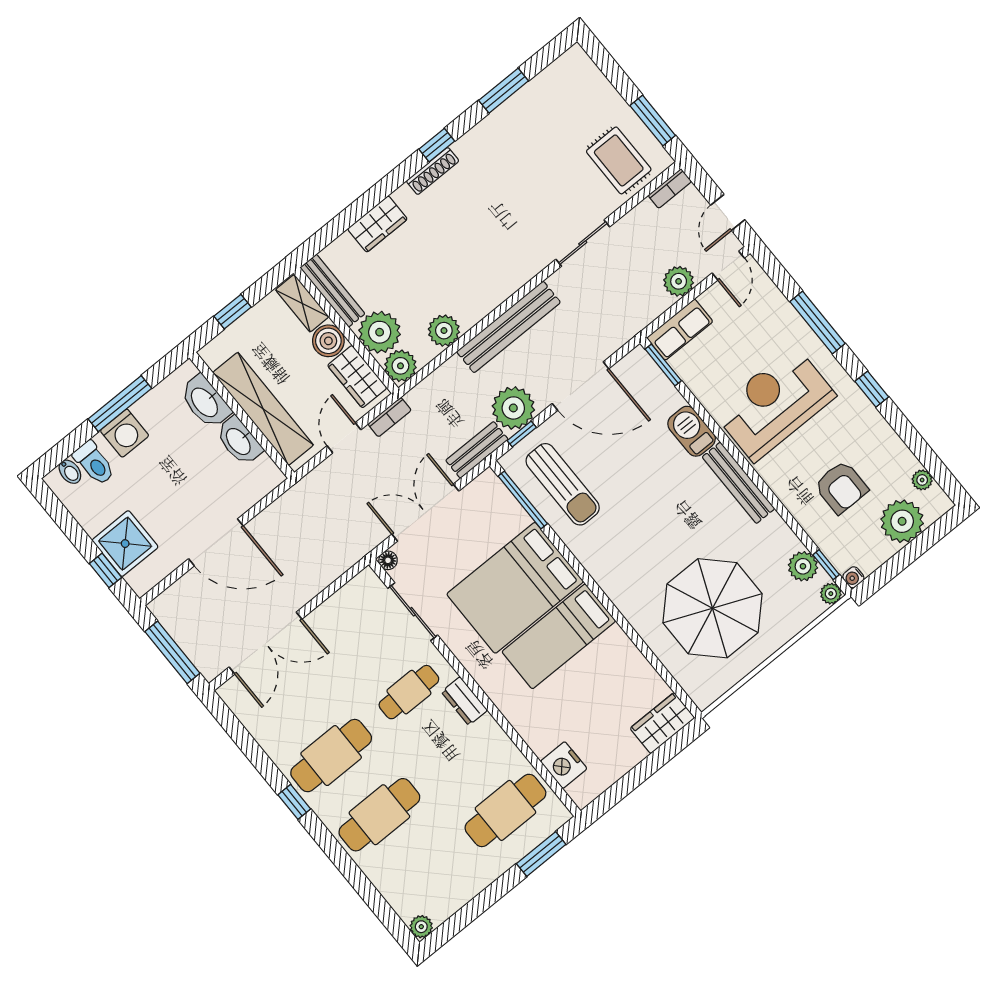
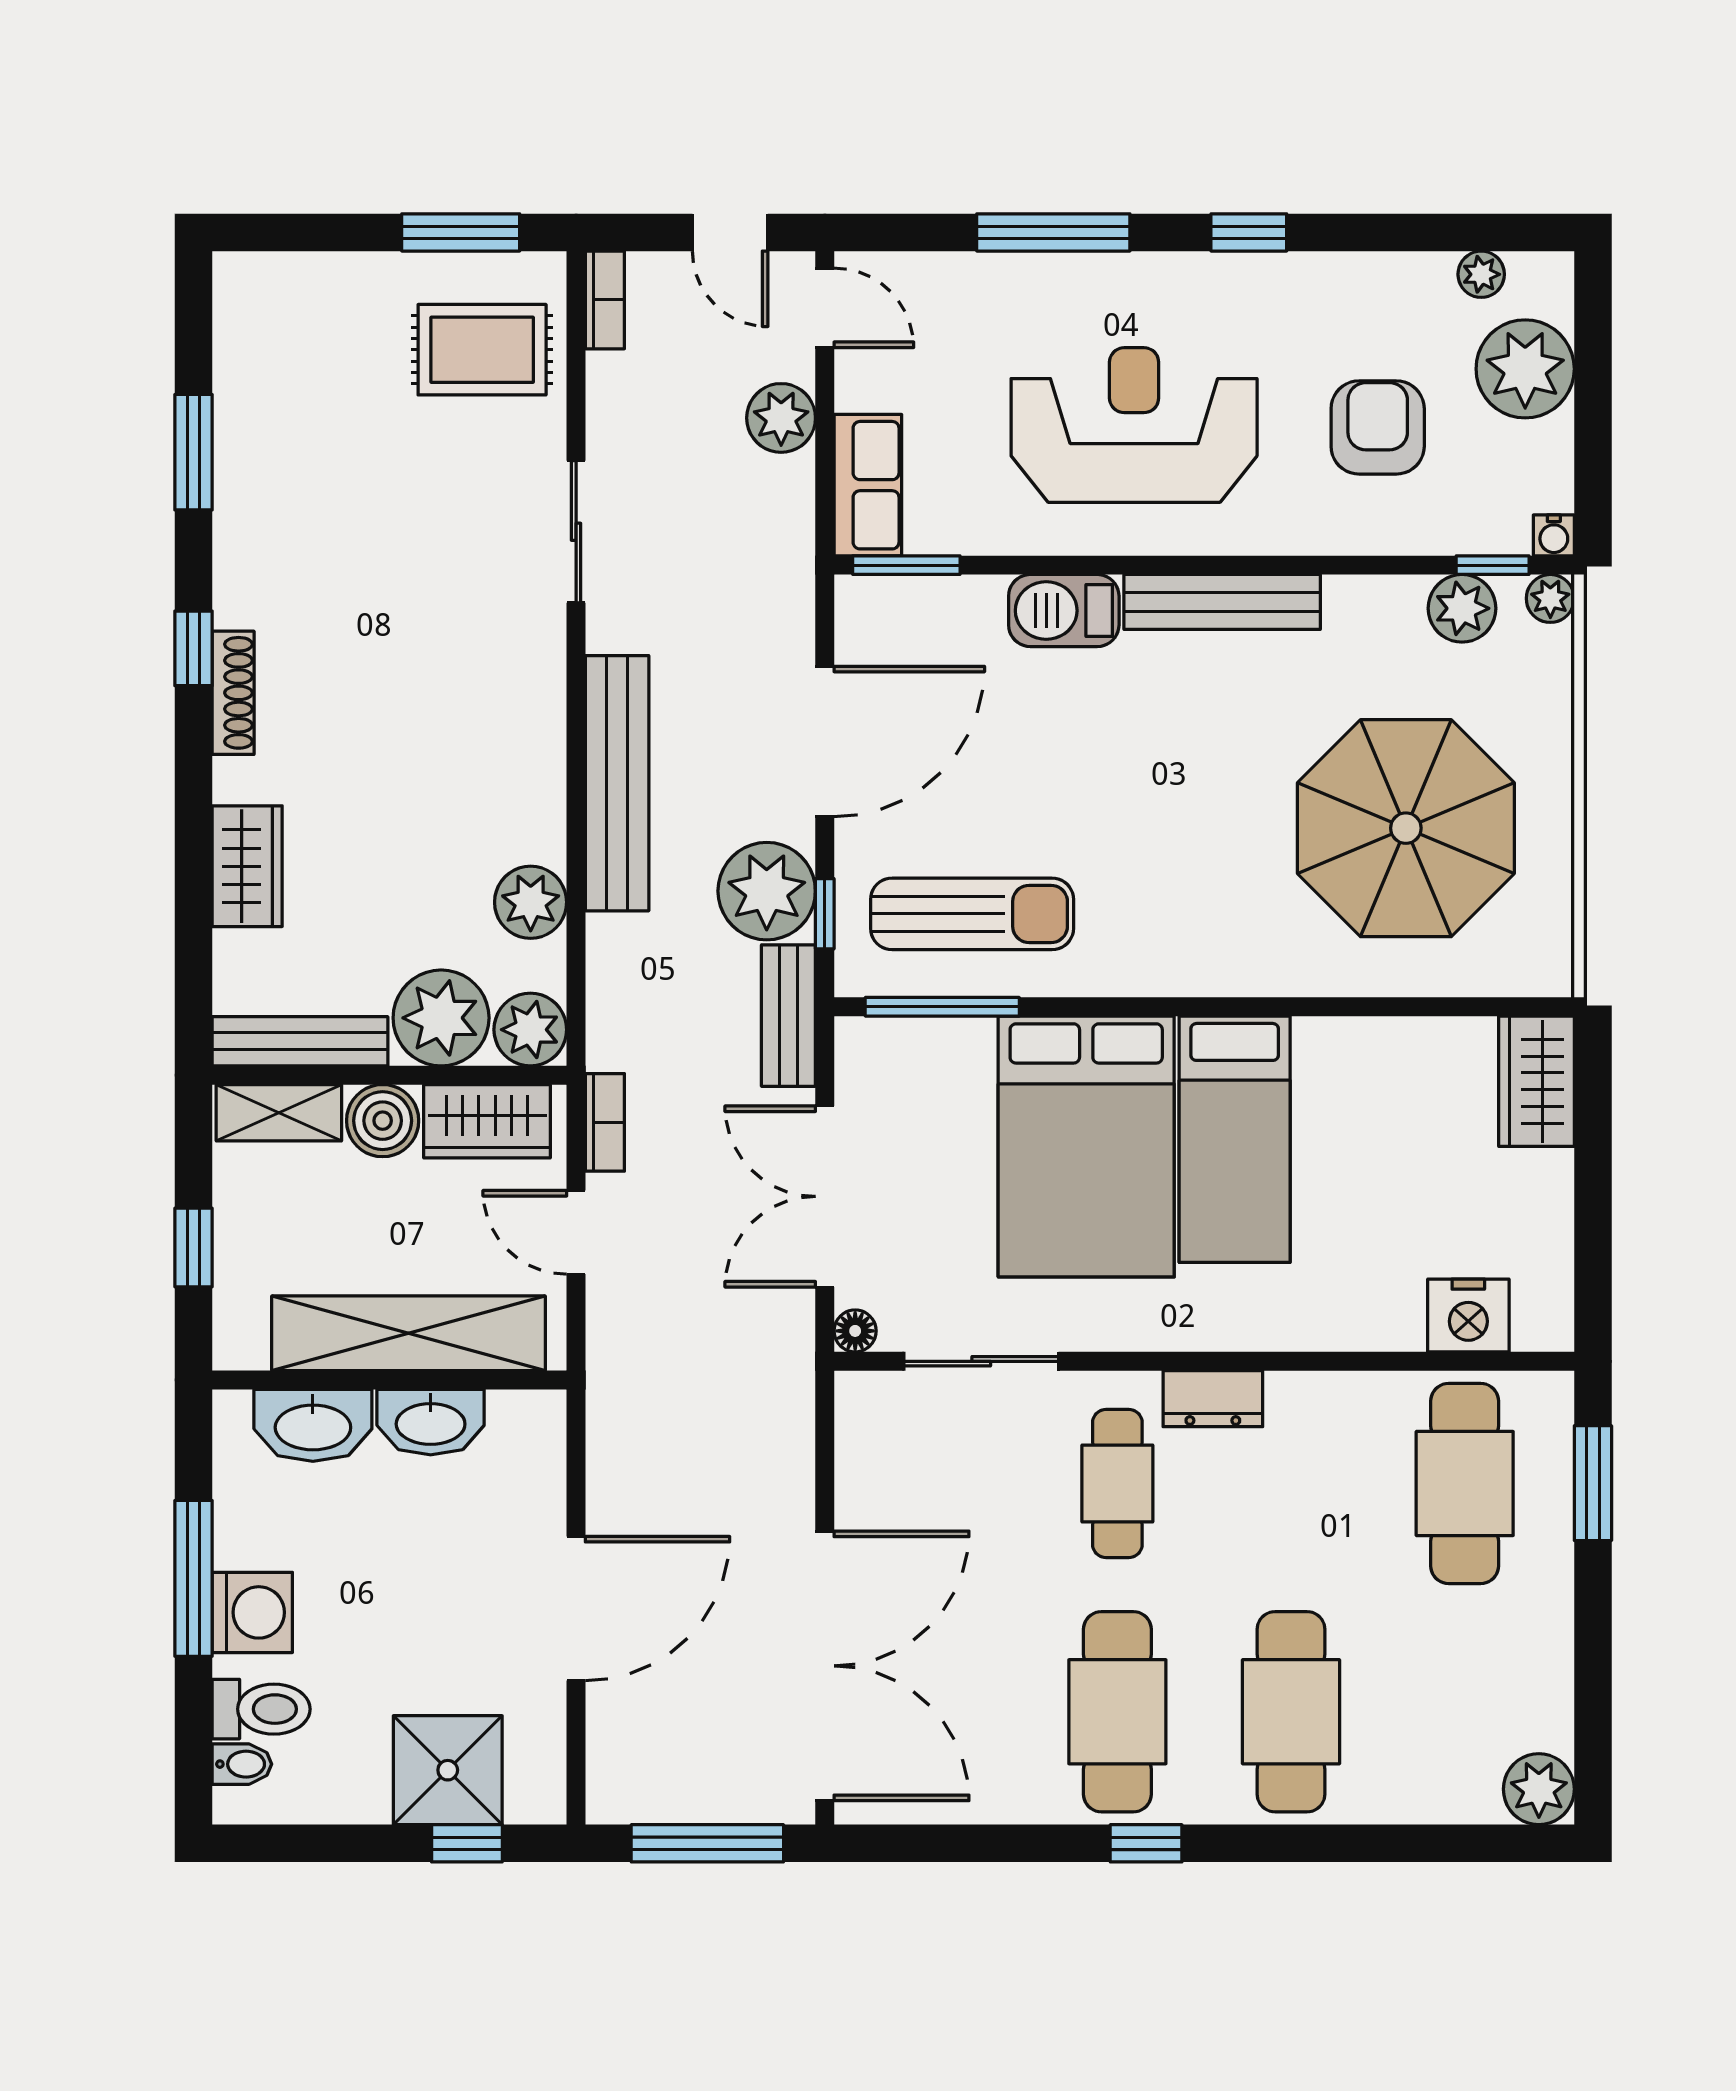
reception desk: (774, 404) -> (1134, 425), turned 90
armchair: (841, 487) -> (1378, 427), turned -90
double door: (265, 643) -> (825, 1666), width x1.36
plant: (421, 927) -> (1539, 1789), width x1.38, depth x1.38

